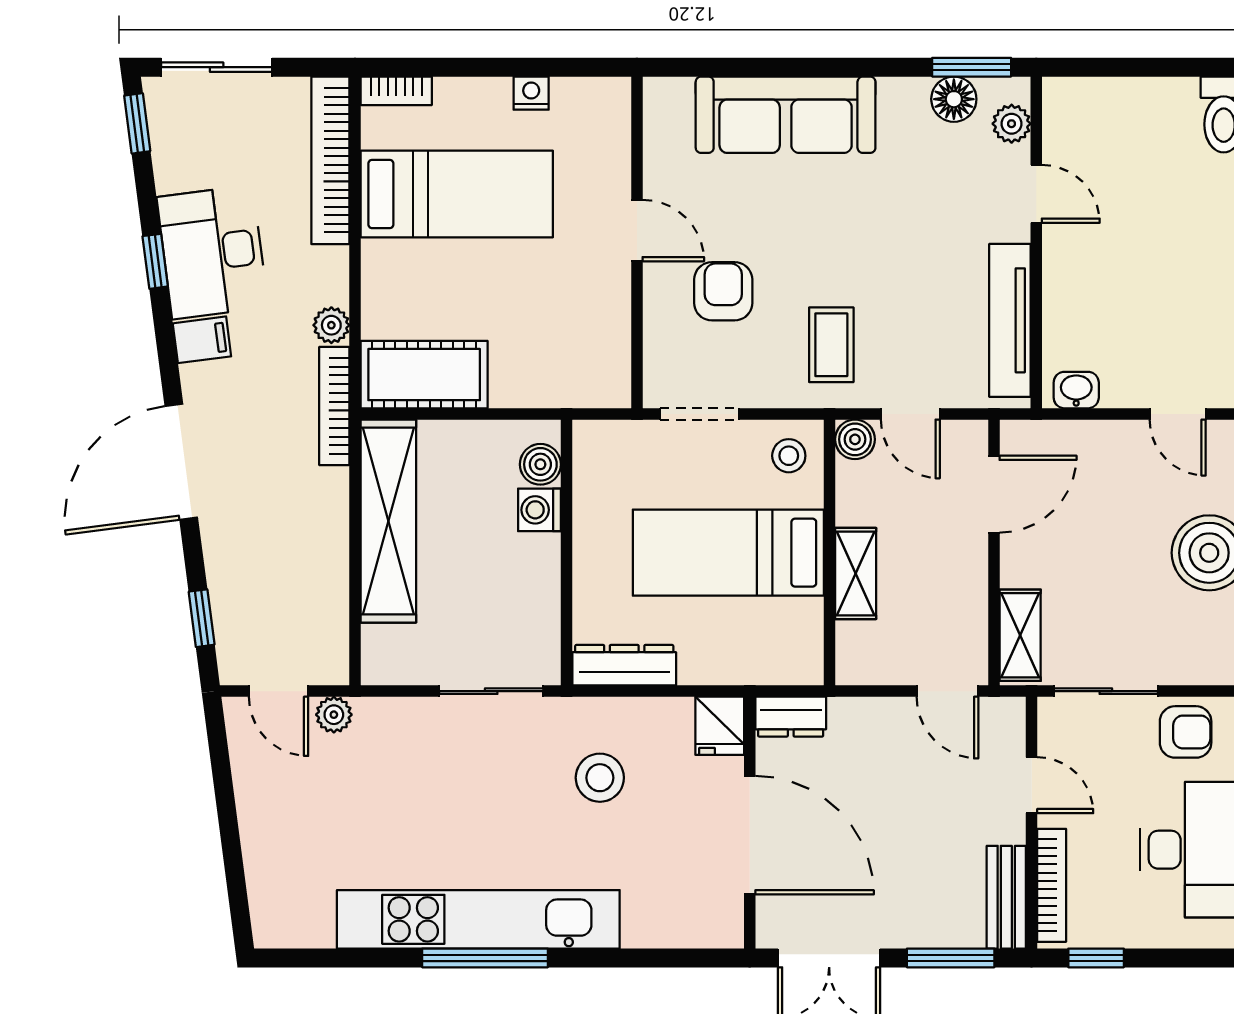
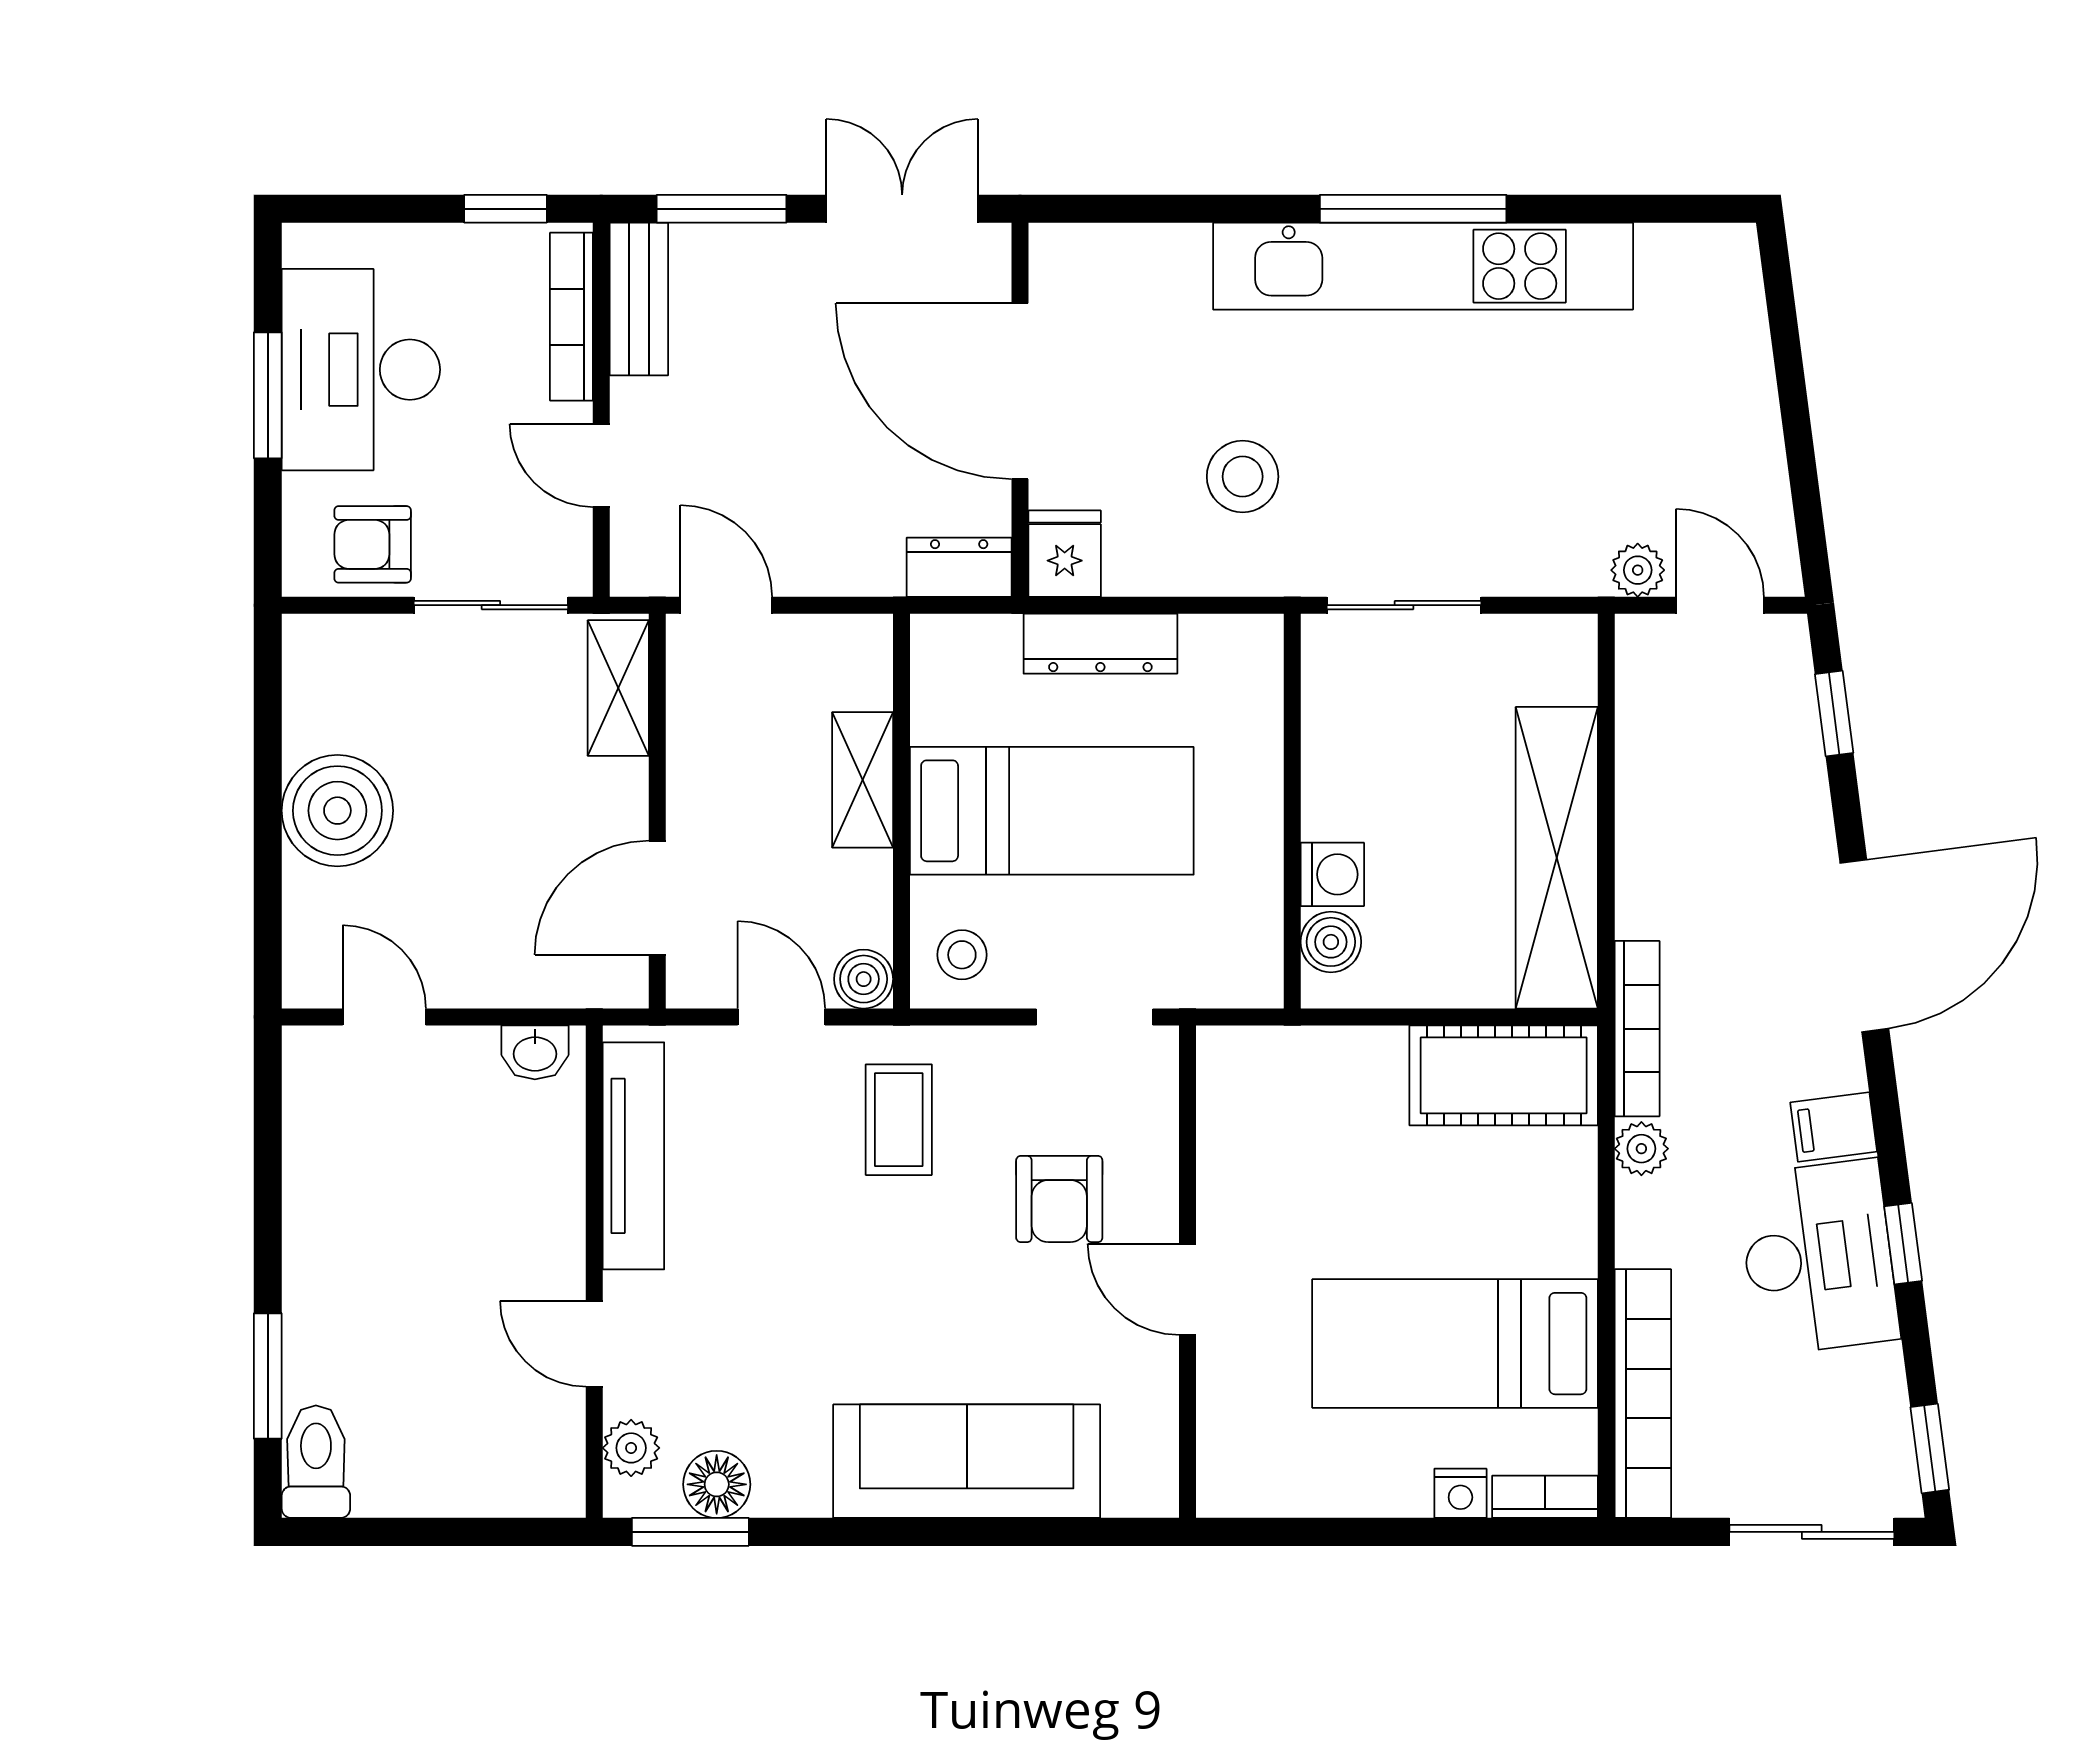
nightstand: (531, 93) -> (1460, 1493), moved
dresser: (624, 665) -> (1100, 644), moved

